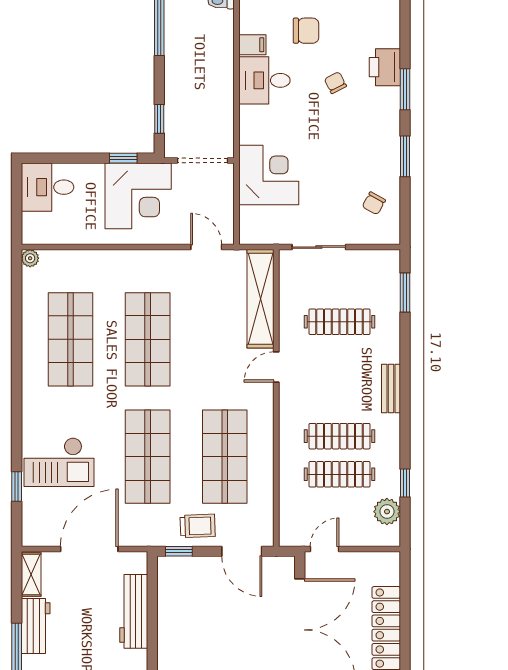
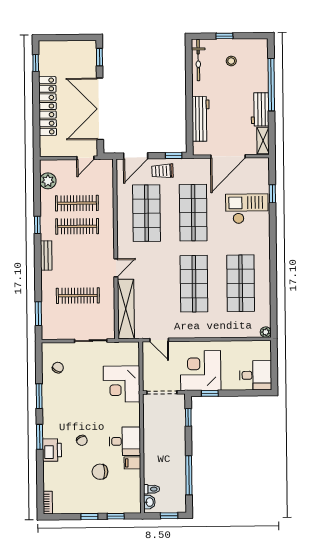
window: (405, 483) -> (37, 225), moved
door: (242, 551) -> (136, 156), swing flipped

